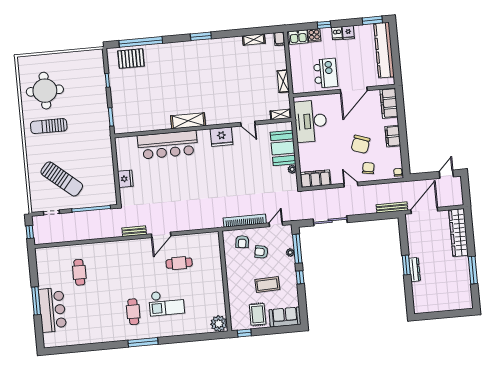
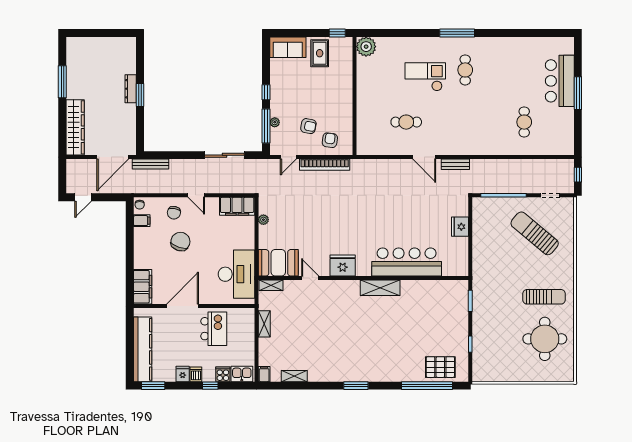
kitchen island: (326, 73) -> (214, 329), turned 180
filing cabinet: (393, 136) -> (142, 221), moved, width x0.50
booth: (283, 148) -> (278, 263), moved, turned 90
door: (161, 235) -> (424, 157), swing flipped
coffee table: (267, 285) -> (305, 87), removed

